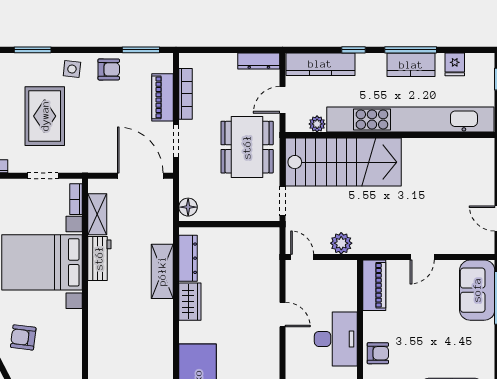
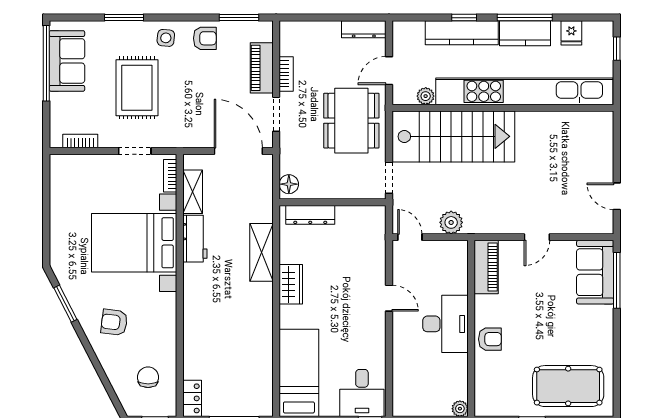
kitchen counter: (320, 64) -> (462, 33), moved
bookcase: (186, 94) -> (286, 74), width x0.64
dresser: (188, 258) -> (310, 215), moved, turned 90

